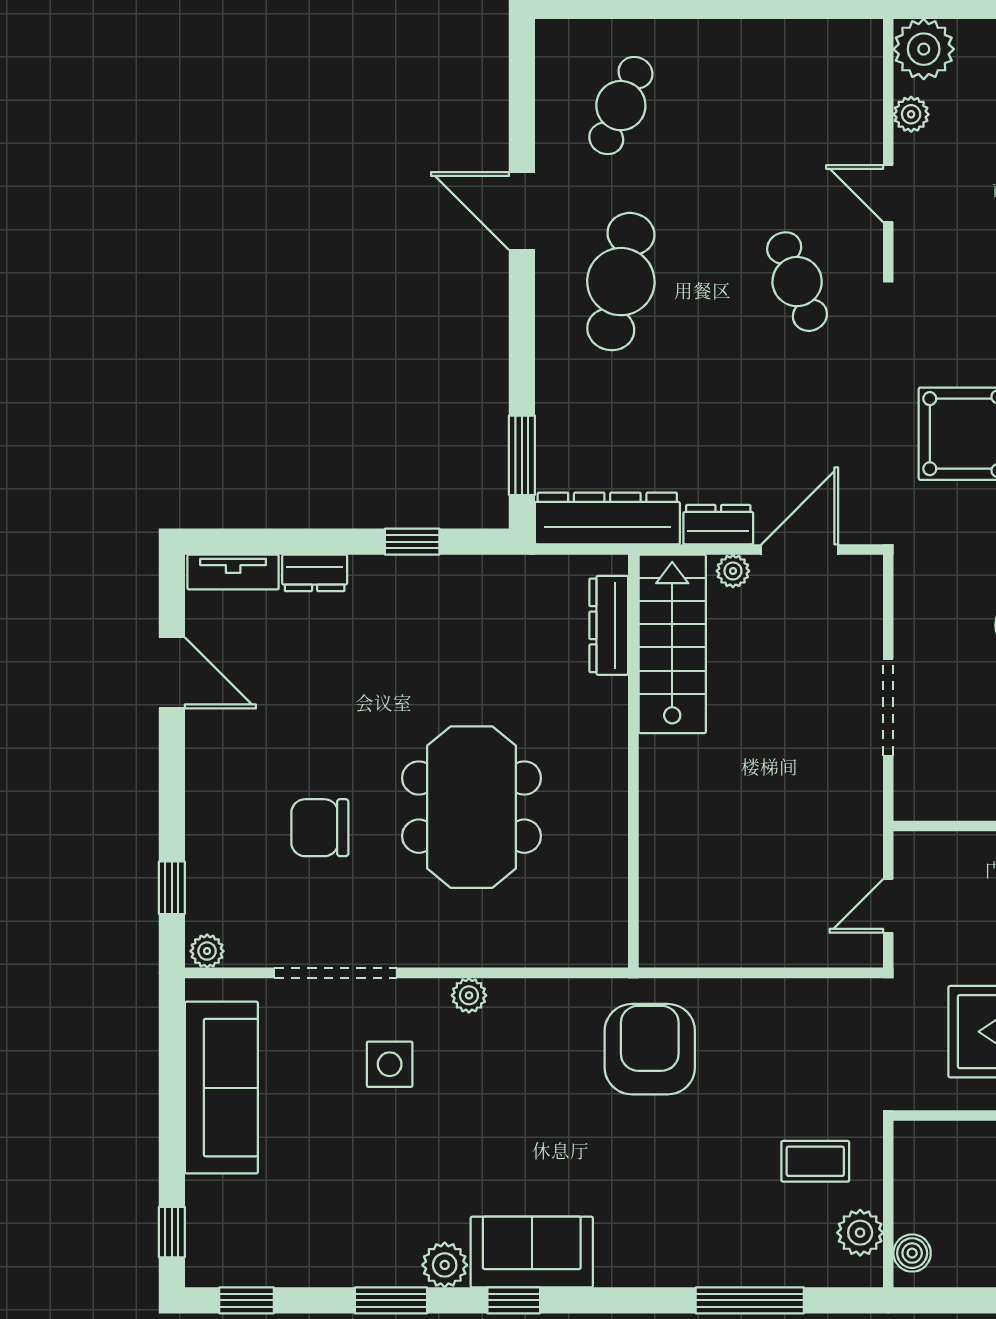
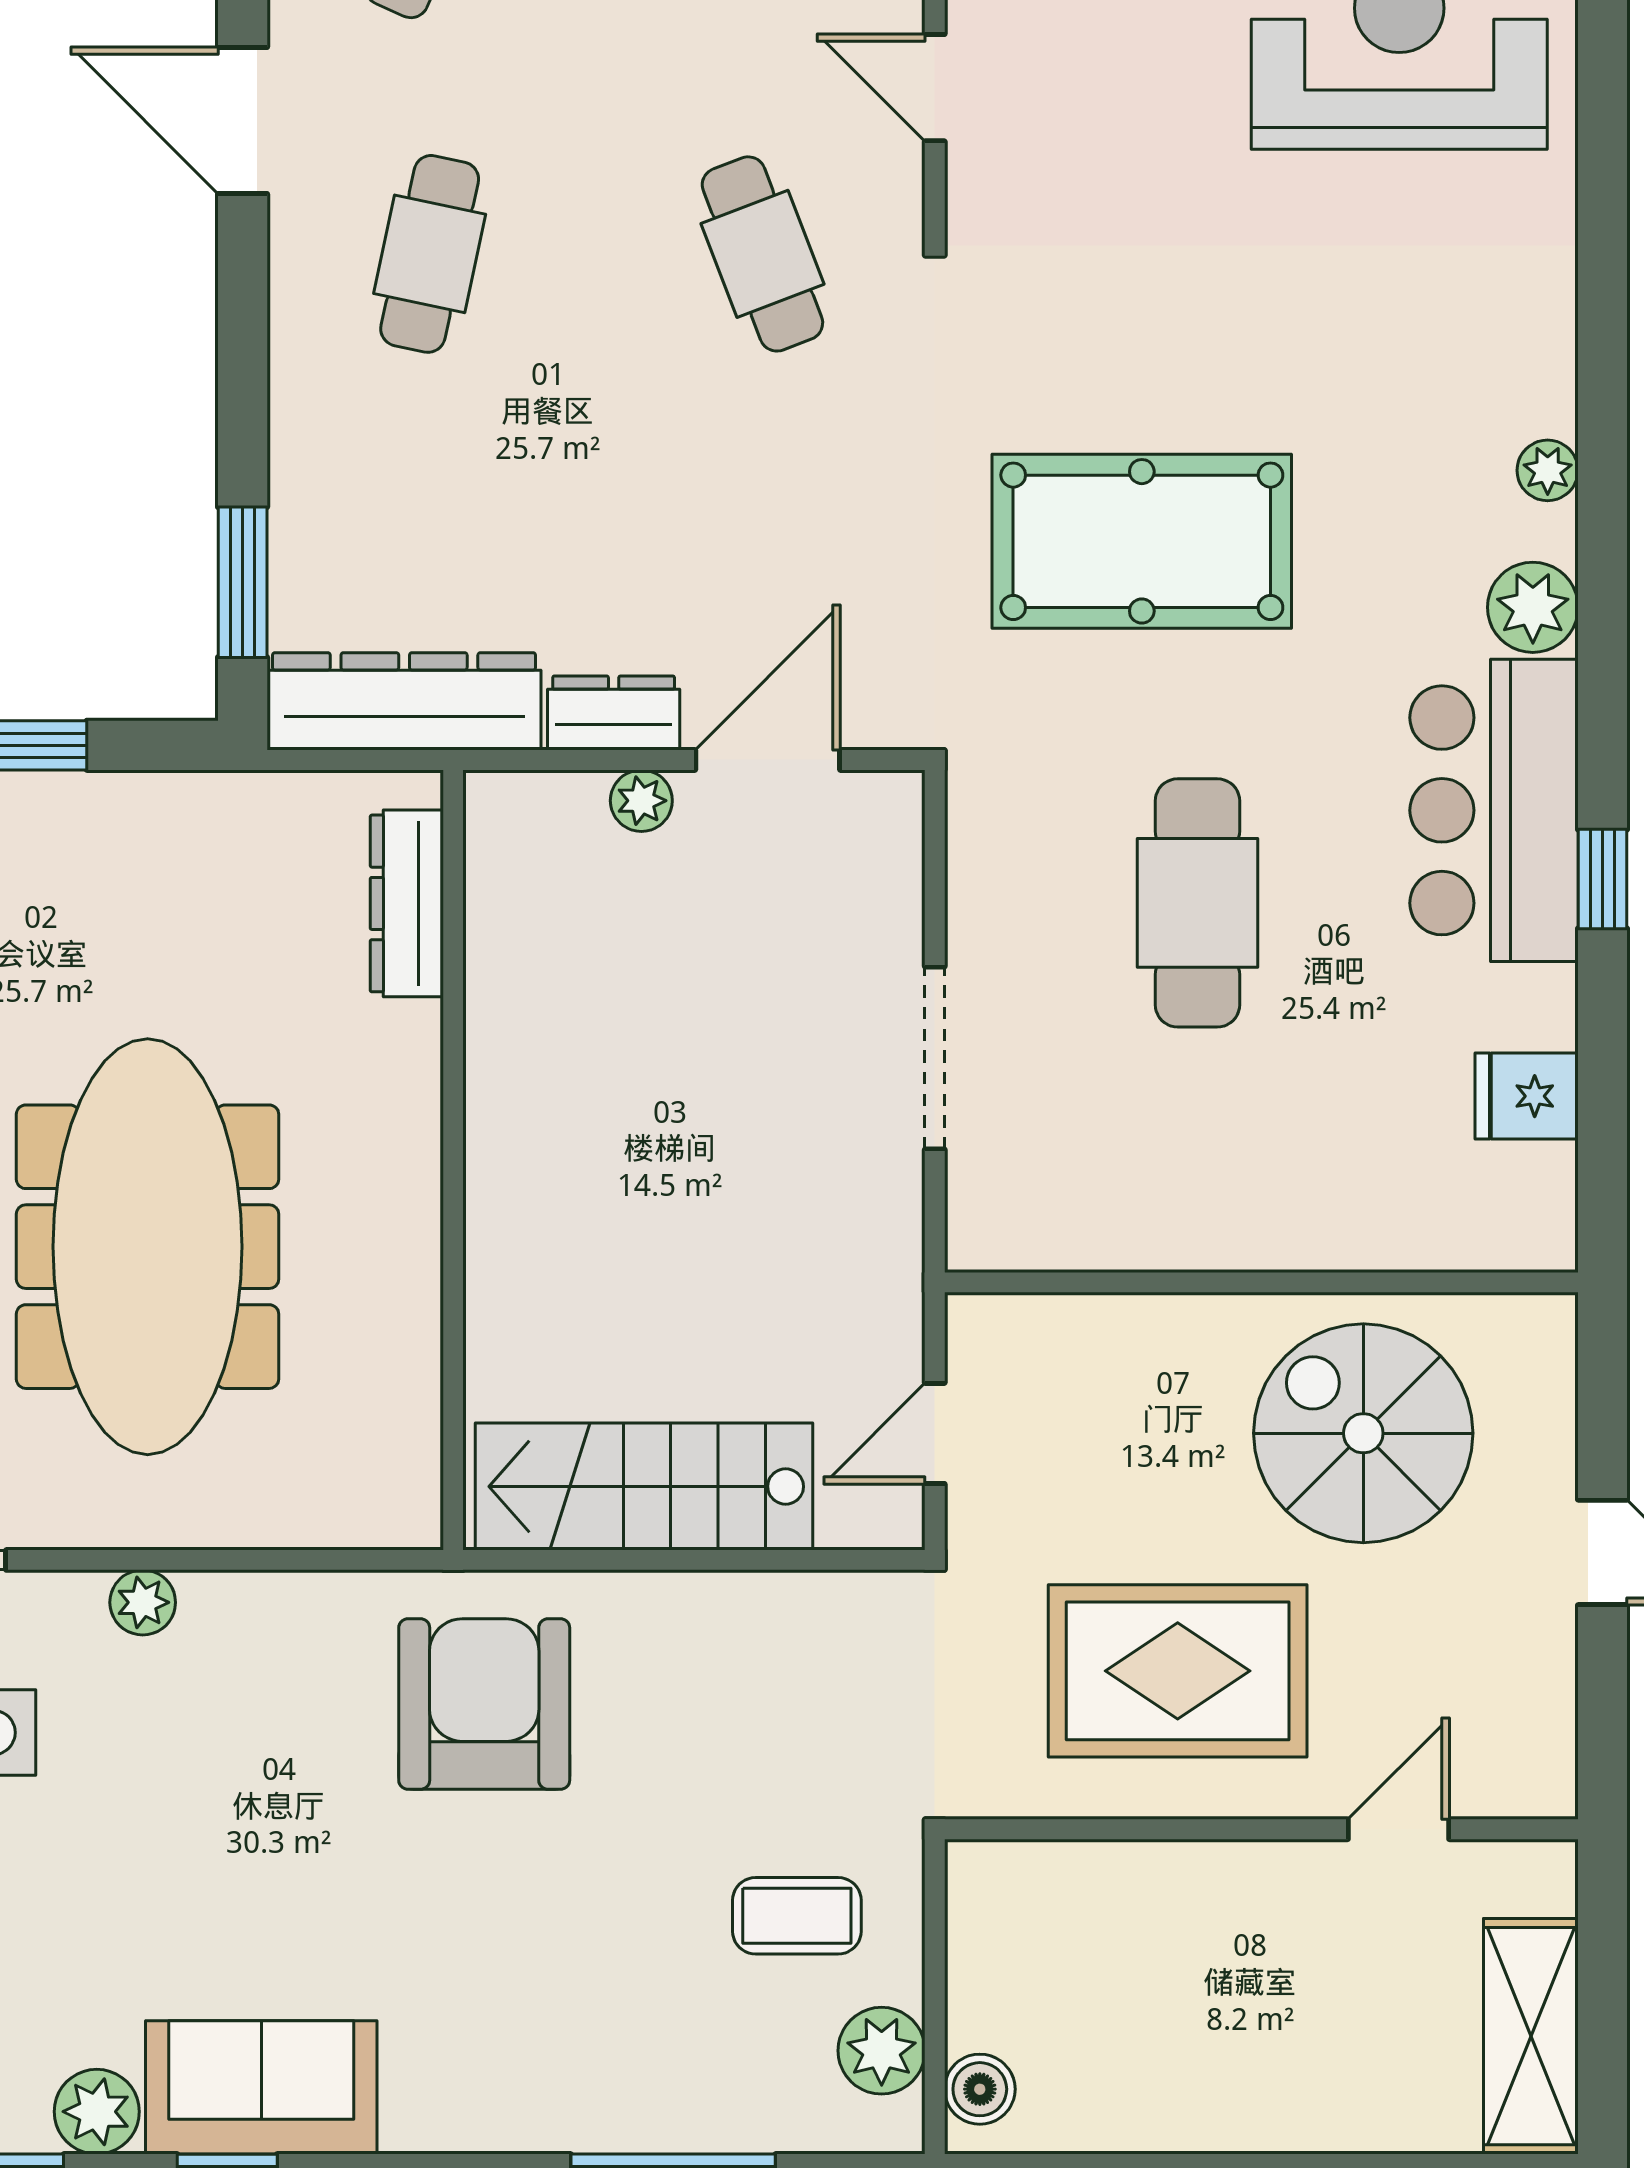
cafe table: (621, 282) -> (430, 254), width x0.73, depth x0.74
stairs: (672, 644) -> (644, 1487), moved, turned -90
meeting table: (472, 807) -> (148, 1247), width x1.36

